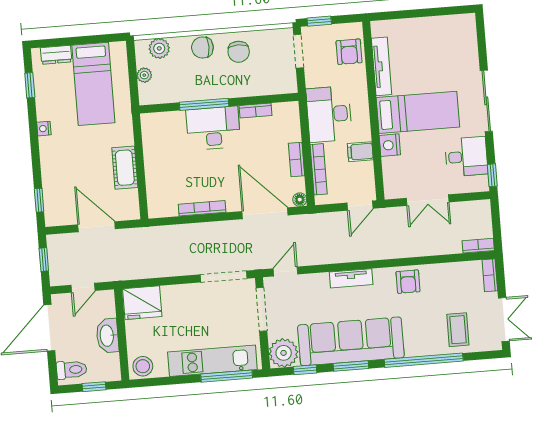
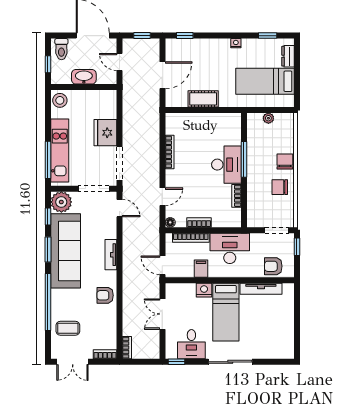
plant: (159, 48) -> (287, 130), removed
door: (265, 213) -> (162, 197), width x0.53
fridge: (142, 303) -> (105, 133), moved

